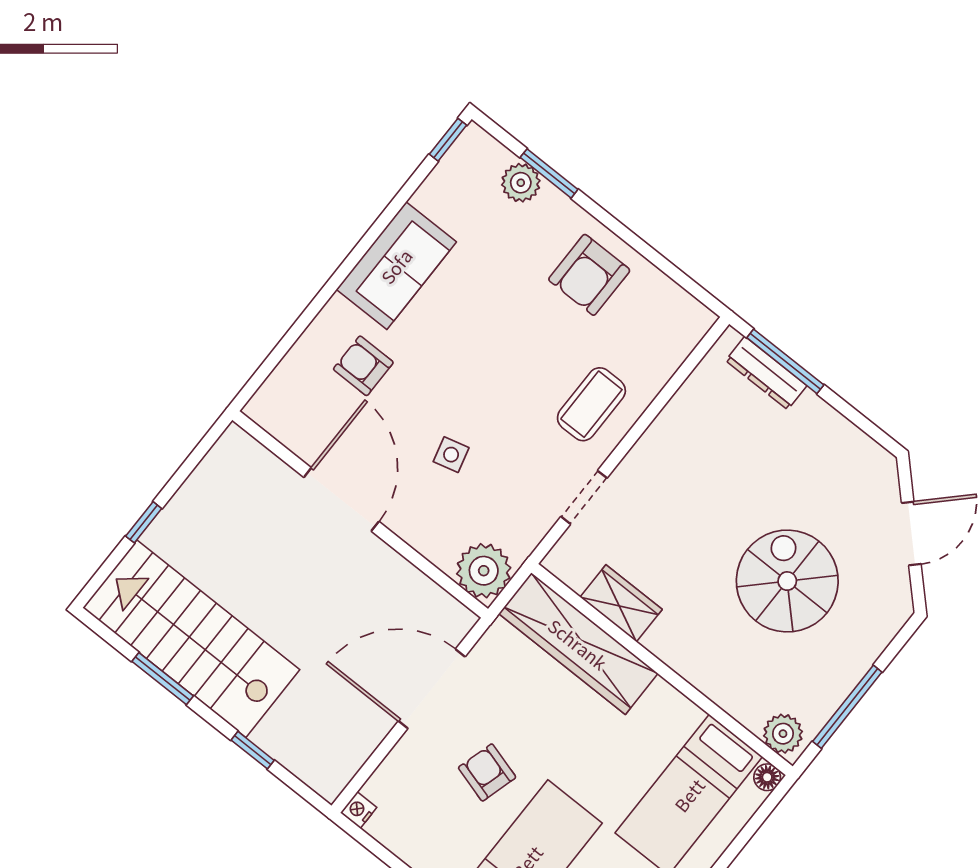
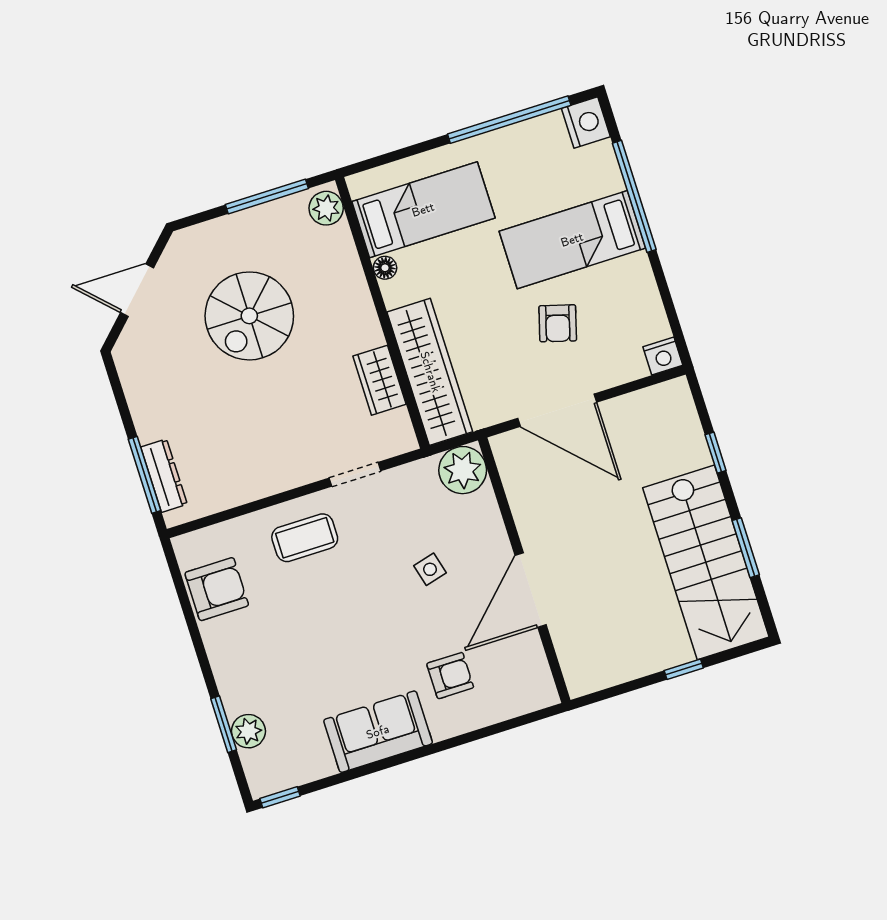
armchair: (589, 275) -> (217, 589), moved
armchair: (363, 366) -> (450, 676), turned -90
floor lamp: (767, 777) -> (385, 268), moved
nightstand: (359, 810) -> (663, 356), width x1.39, depth x1.35

